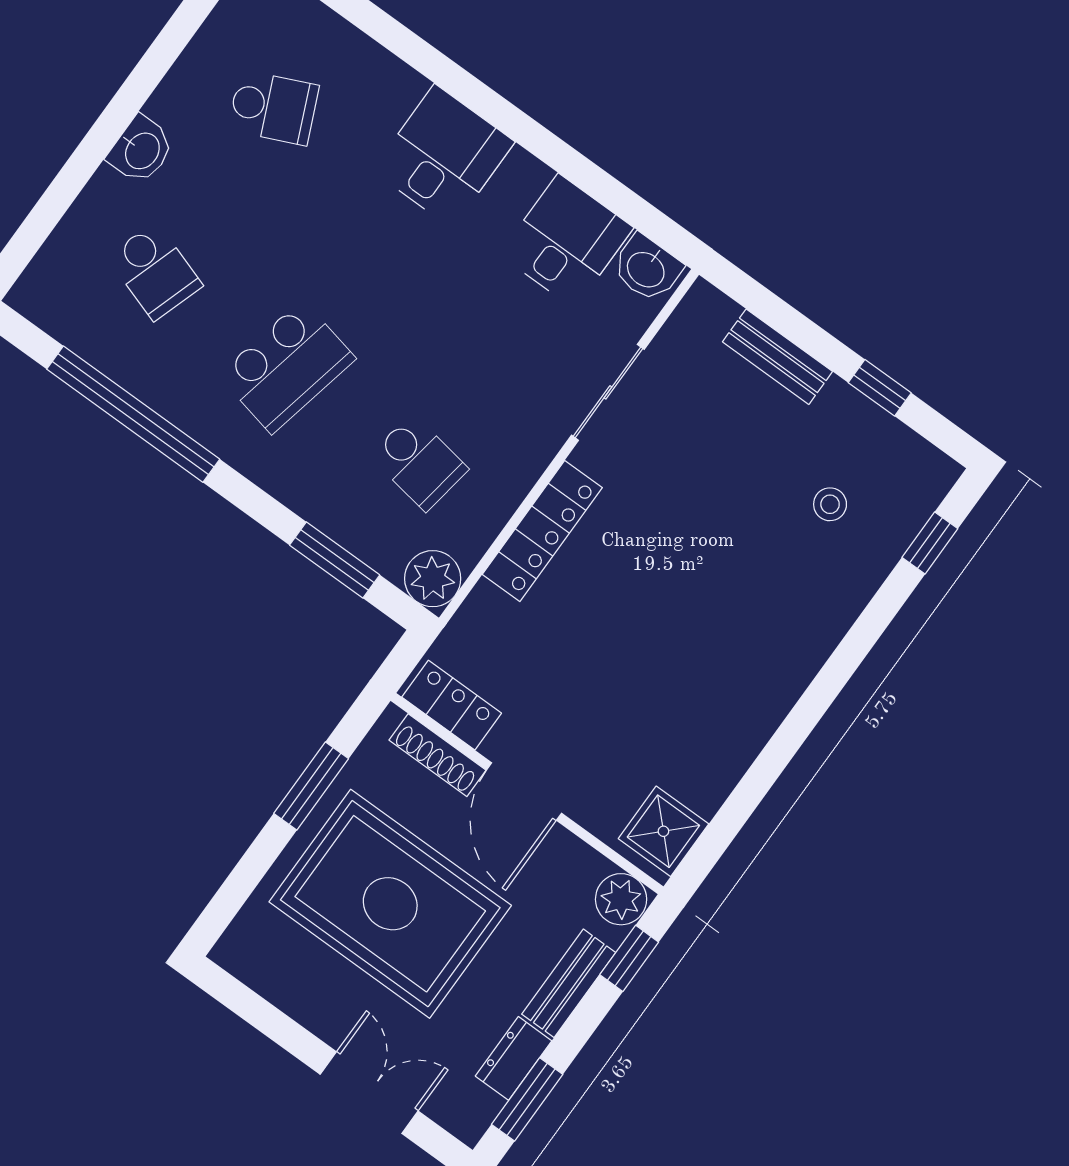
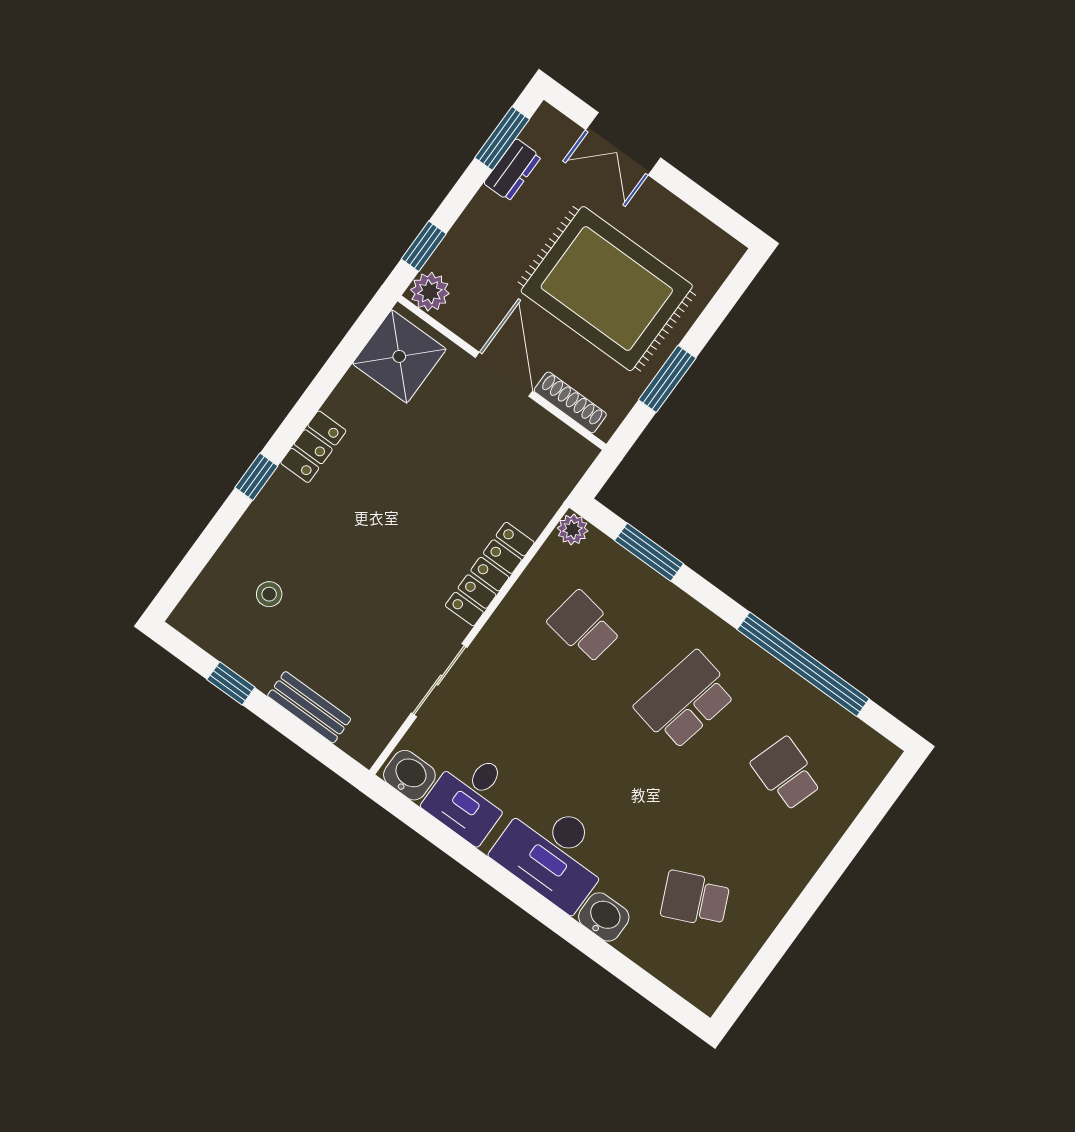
washbasin: (141, 150) -> (604, 917), moved, turned 90
desk: (443, 156) -> (554, 853), width x1.37
window: (930, 543) -> (256, 477), moved
plant: (433, 579) -> (573, 529), width x0.73, depth x0.73
locker: (452, 705) -> (313, 447), moved, turned -90
shower: (663, 831) -> (399, 356), width x1.36, depth x1.36
bench: (569, 983) -> (470, 227), removed

